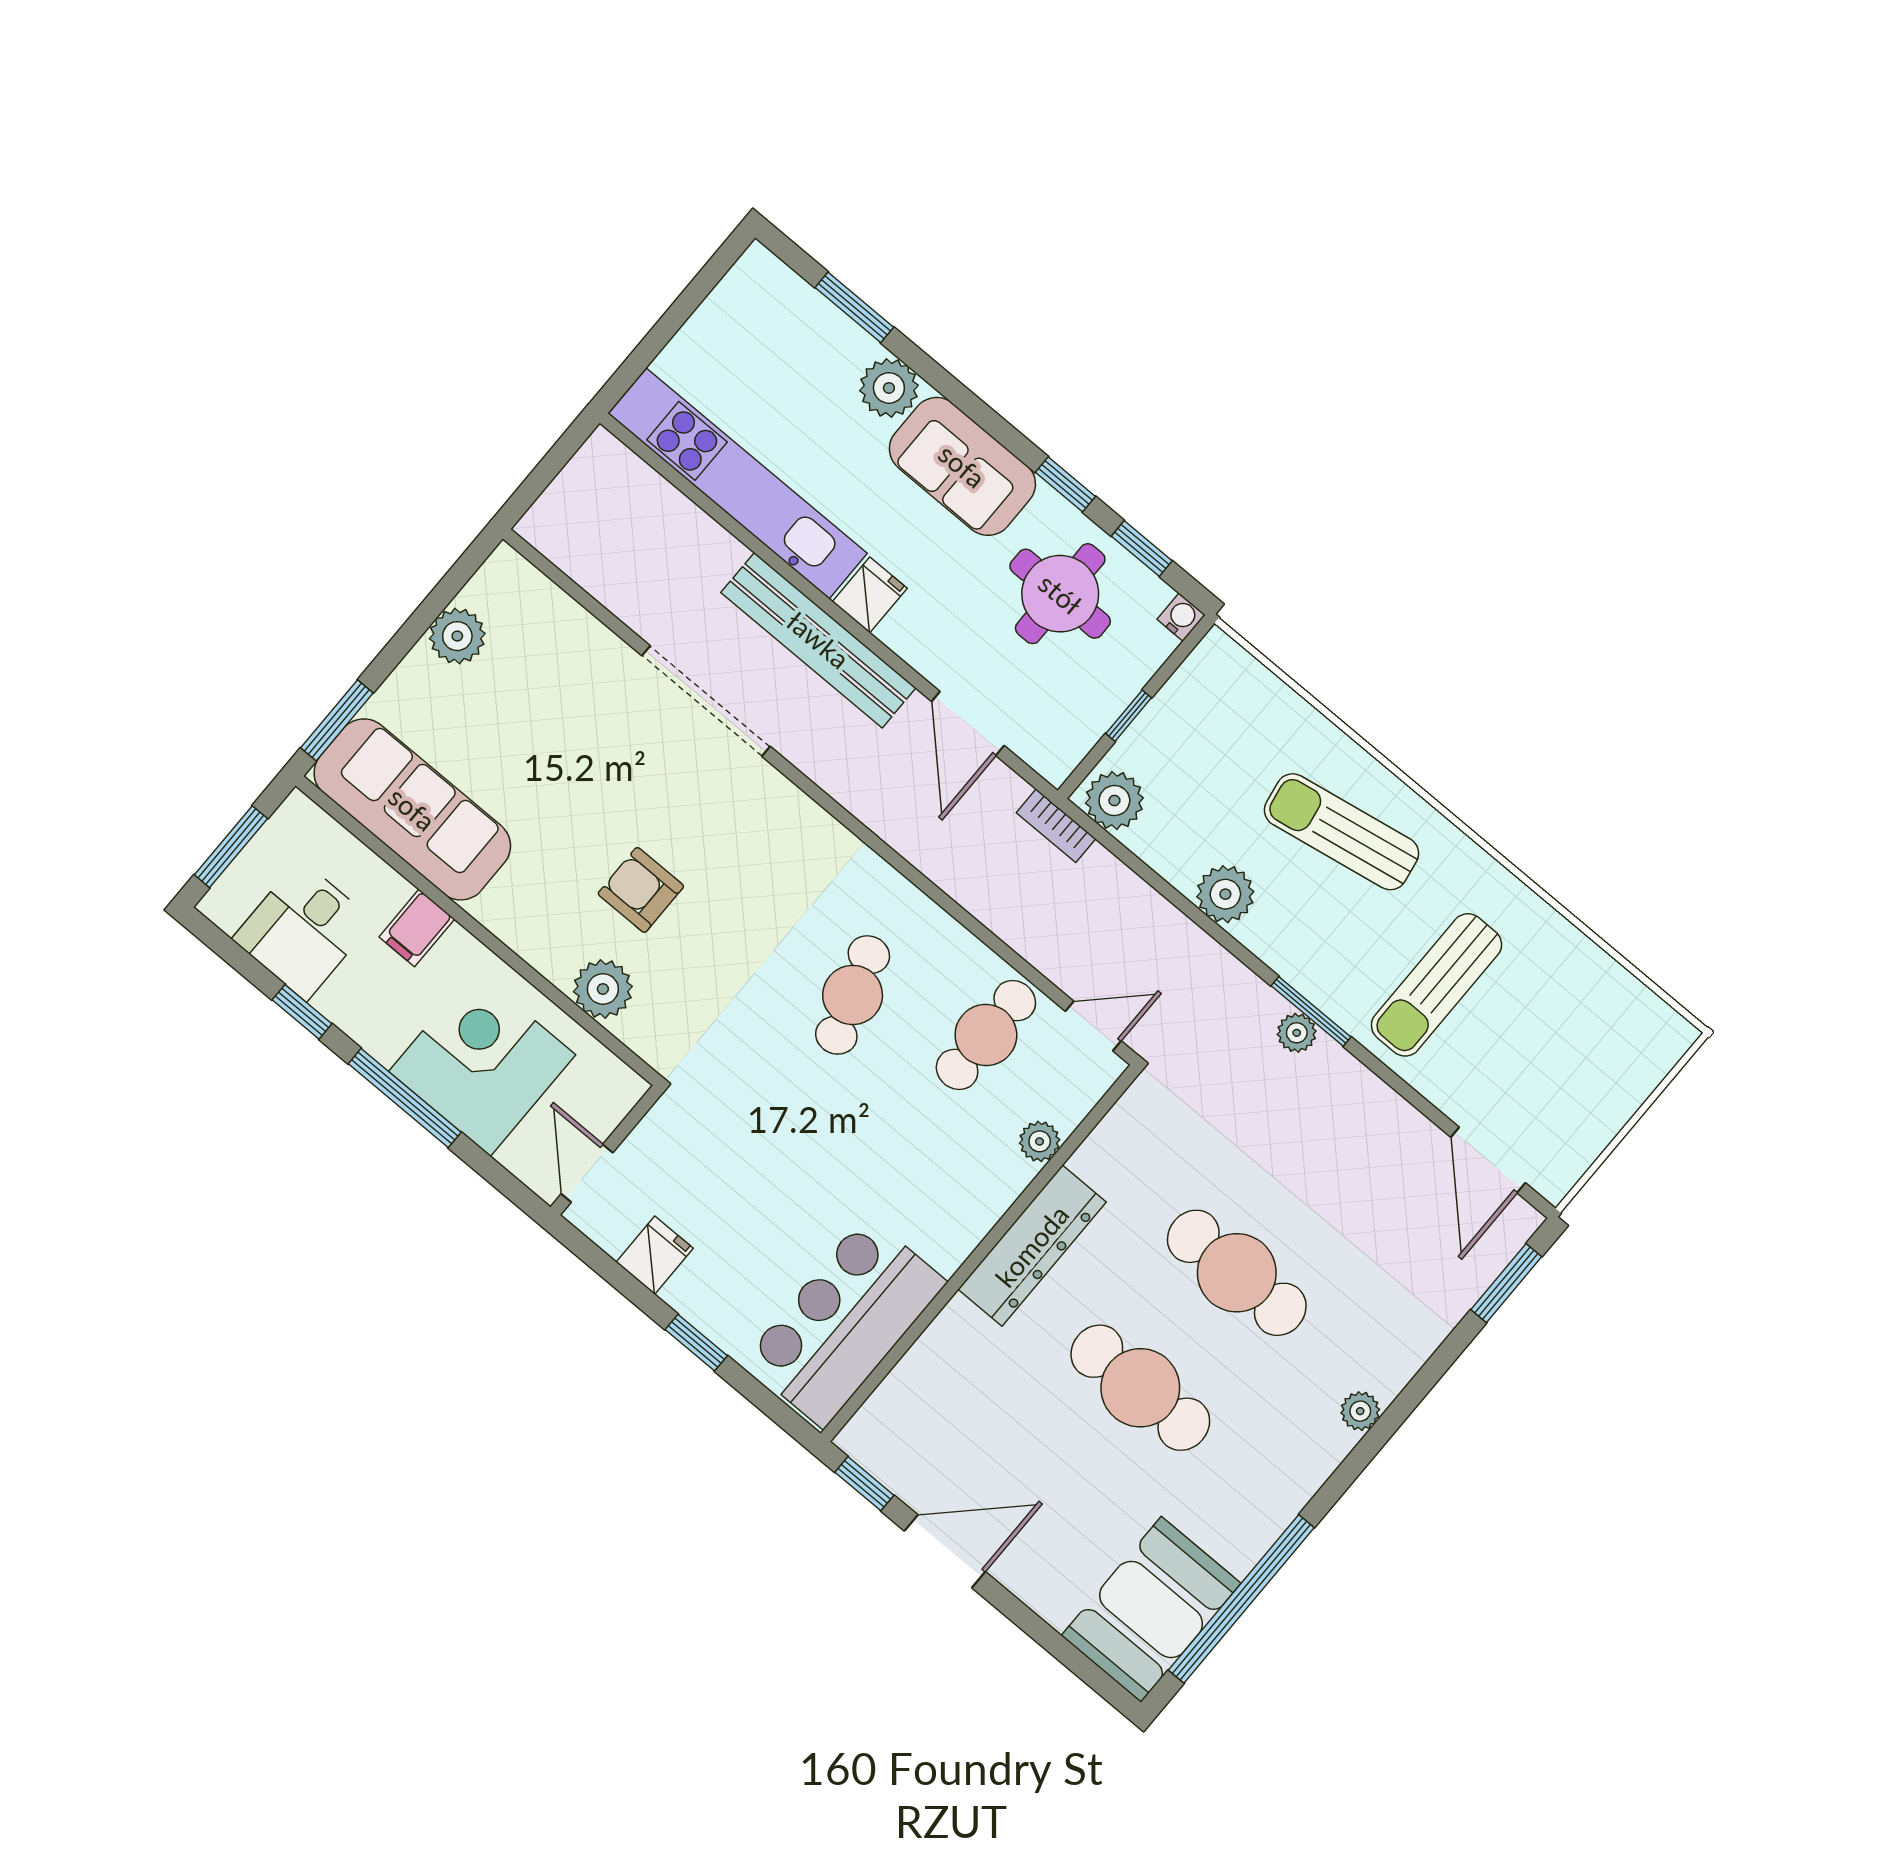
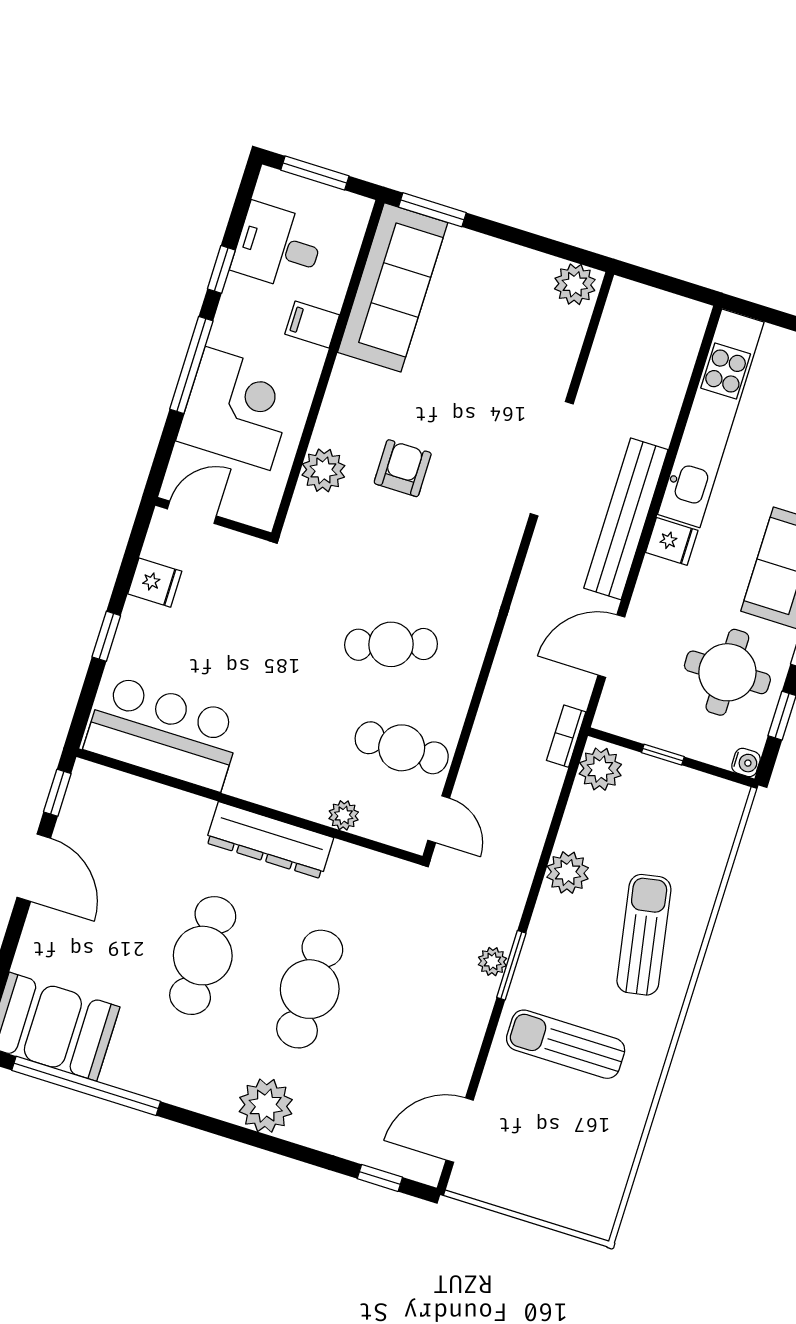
plant: (457, 636) -> (575, 284), moved
window: (1506, 1283) -> (380, 1178), width x0.67
plant: (1360, 1411) -> (266, 1106), width x1.87, depth x1.87

